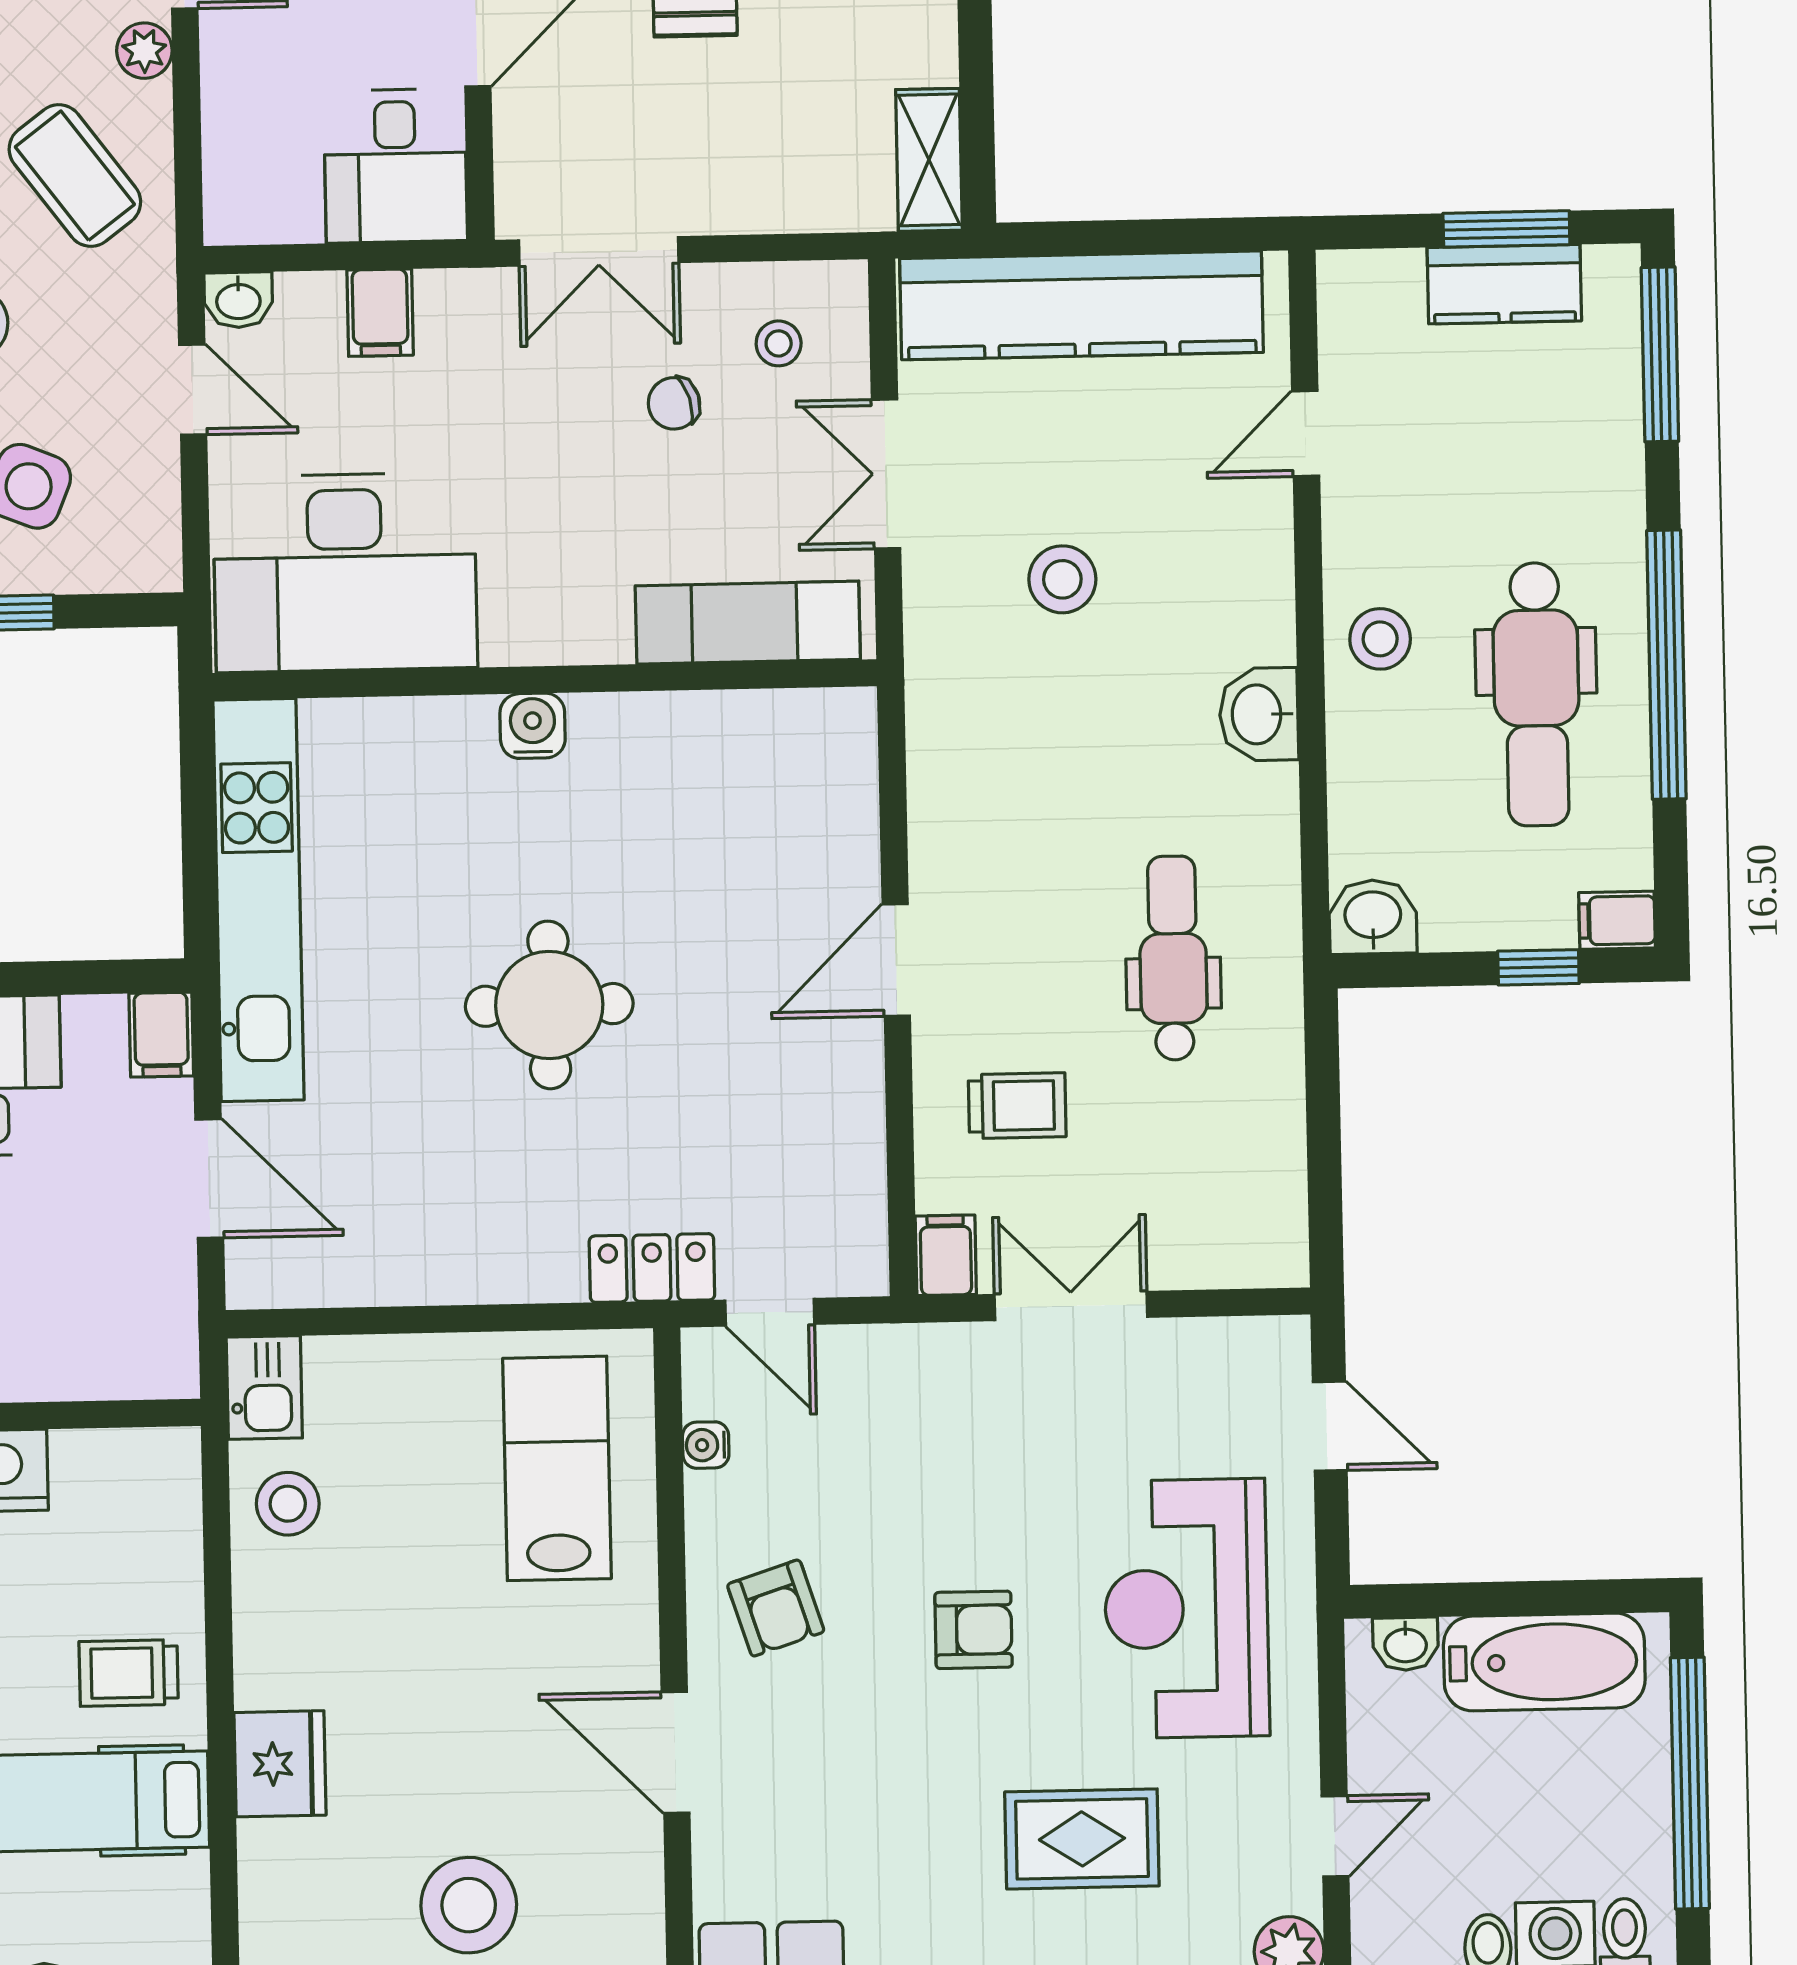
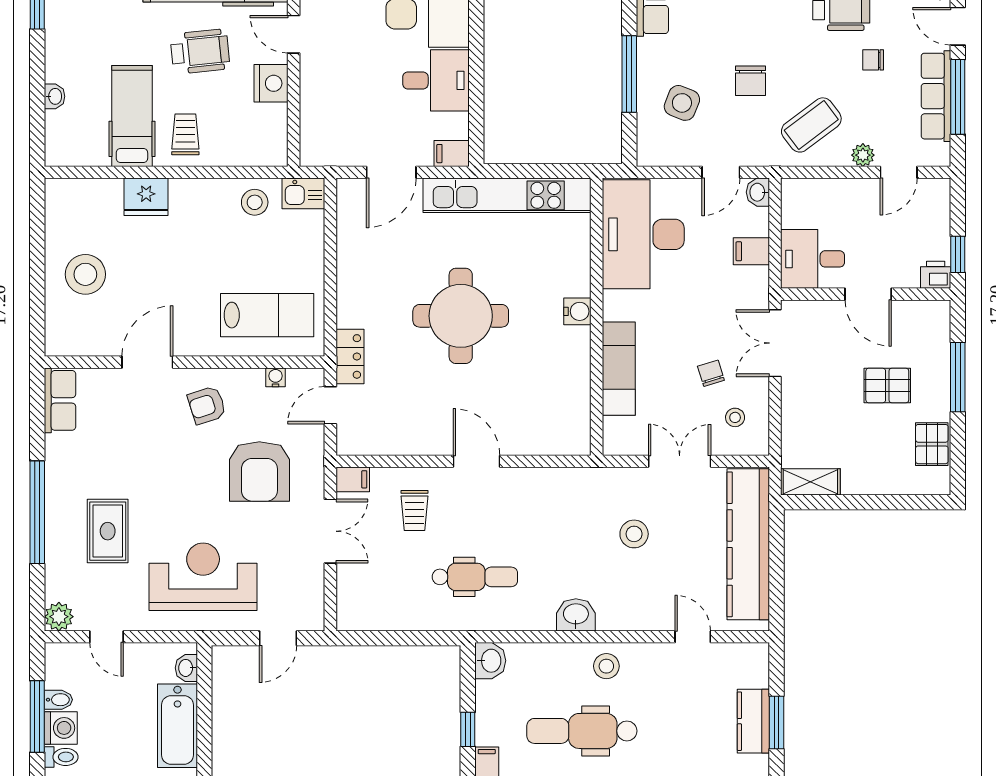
exam couch: (748, 623) -> (619, 369), moved
round table: (549, 1005) -> (461, 316), width x1.36, depth x1.36
armchair: (973, 1630) -> (259, 471), moved, width x1.88, depth x1.88

